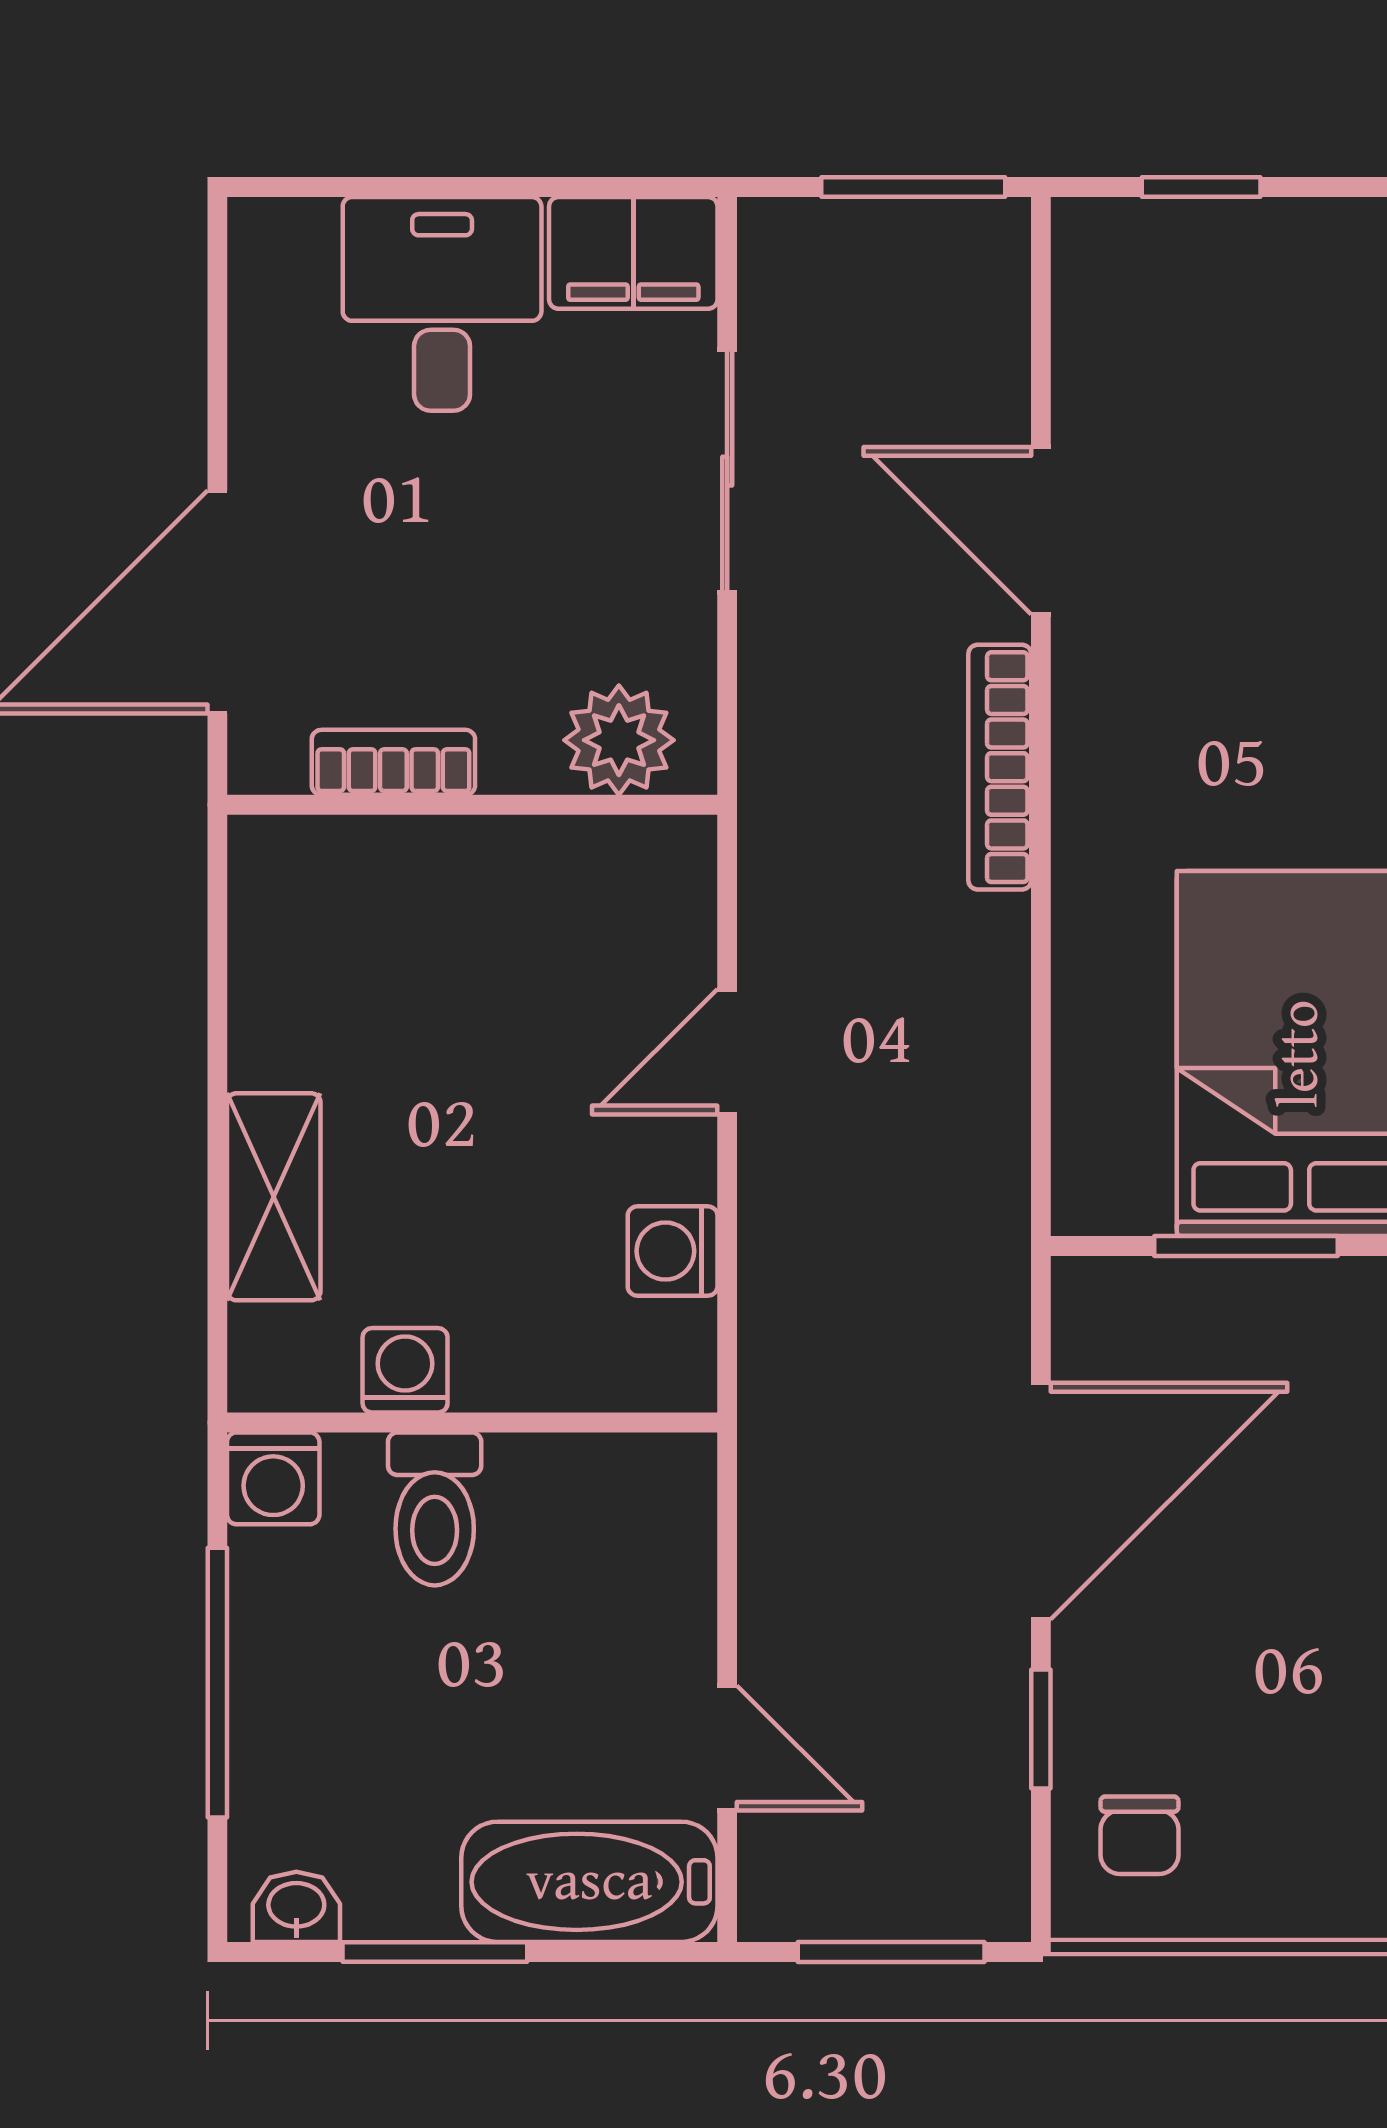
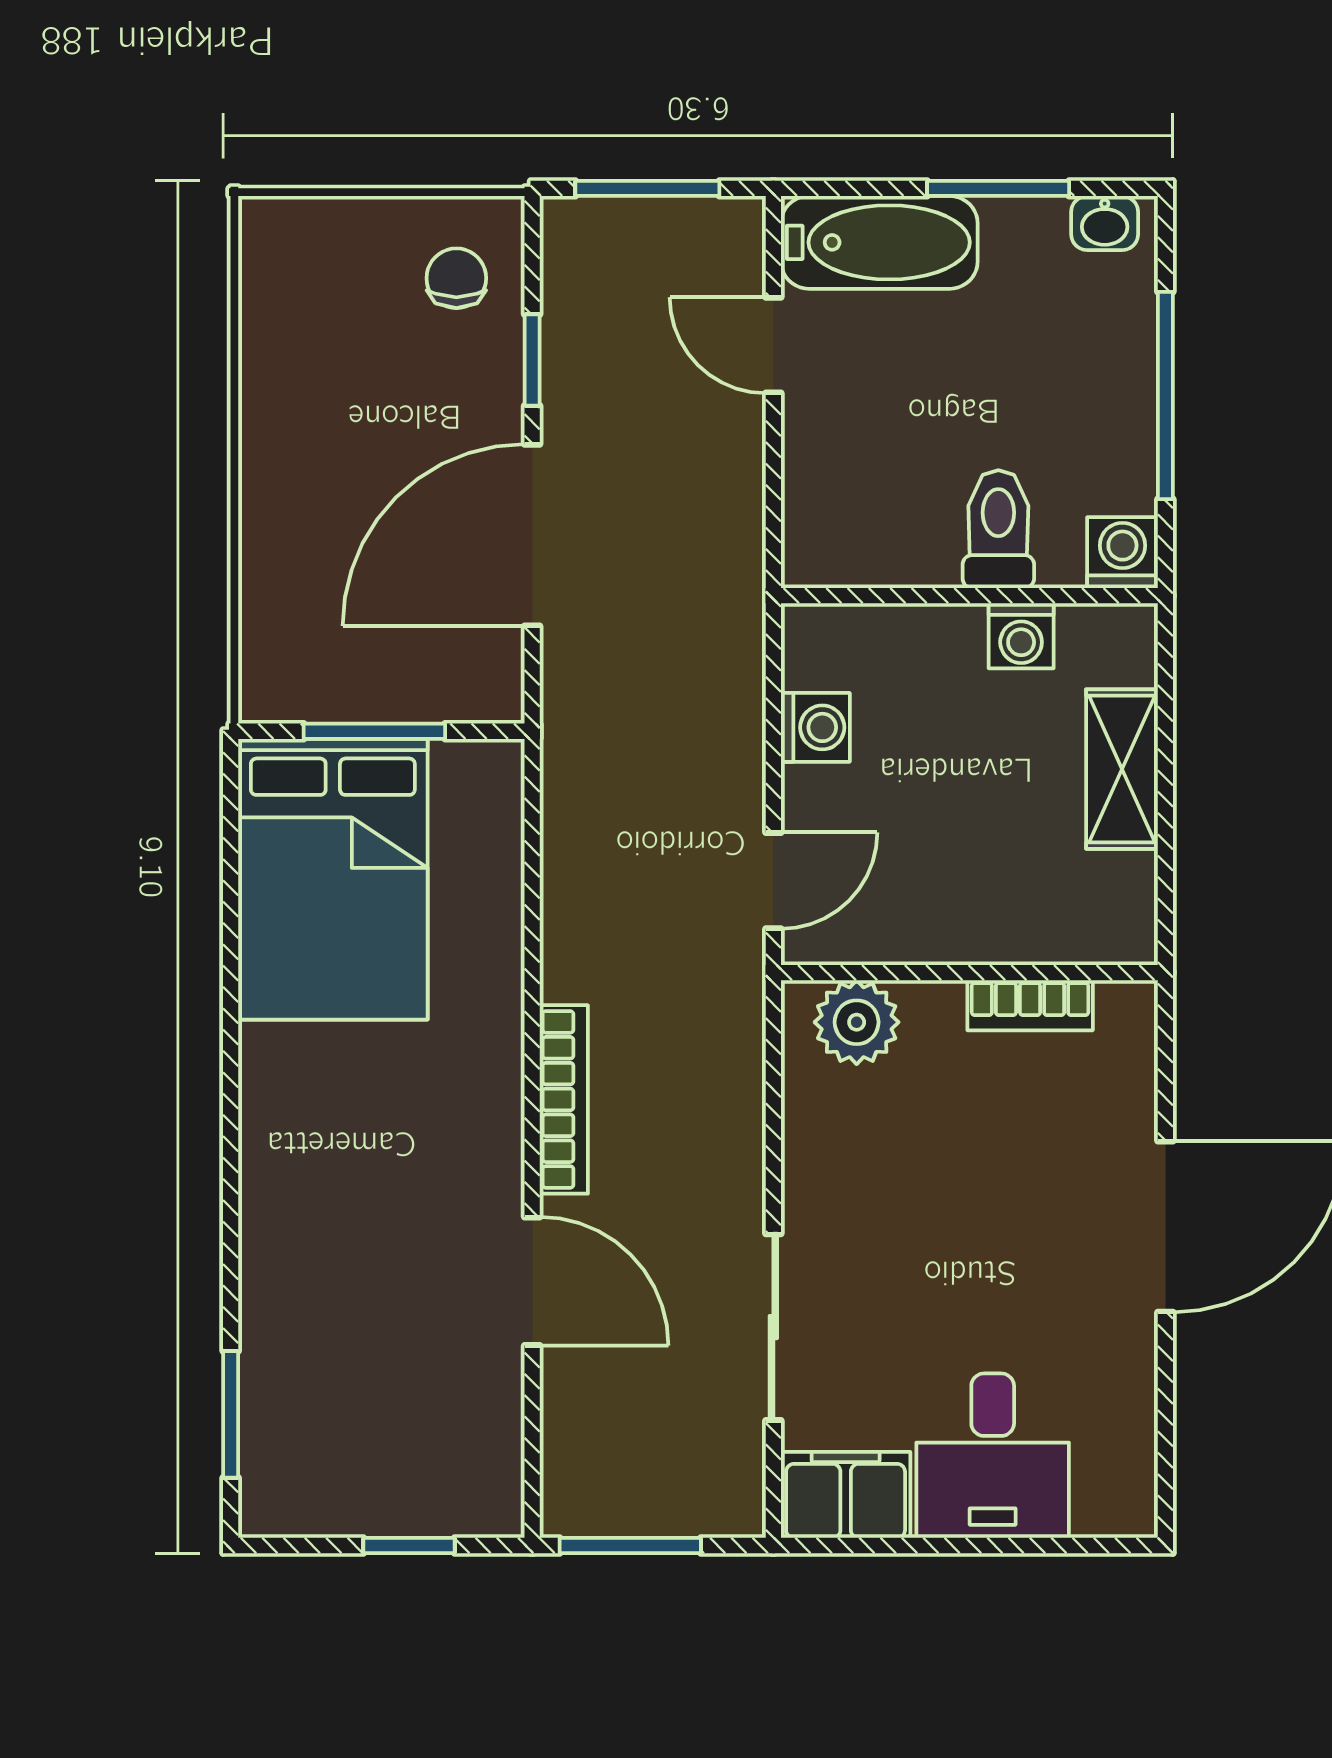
plant: (619, 740) -> (857, 1022), moved
bookcase: (393, 762) -> (1030, 1005), moved
wall: (472, 805) -> (969, 973), moved

